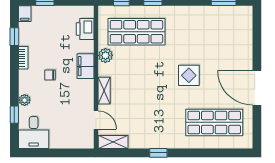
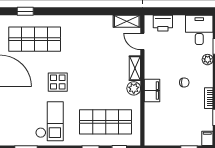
printer: (85, 29) -> (163, 23), moved, turned 90
checkout: (198, 32) -> (49, 121), added
plant: (105, 55) -> (134, 88), moved
window: (158, 153) -> (25, 11), moved

